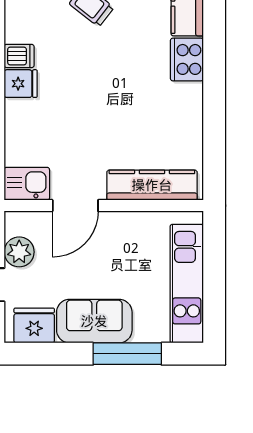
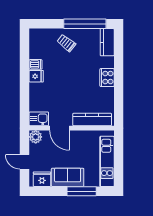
cooker: (187, 59) -> (107, 78), moved
door: (75, 206) -> (59, 128), hinge flipped
plant: (19, 252) -> (36, 137), moved

